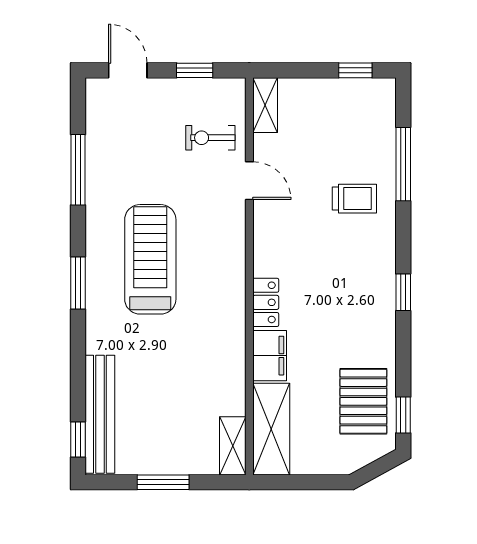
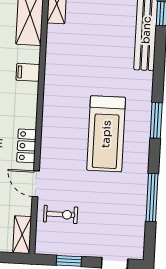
locker: (266, 302) -> (27, 146), moved
filing cabinet: (270, 356) -> (28, 72), width x0.50

